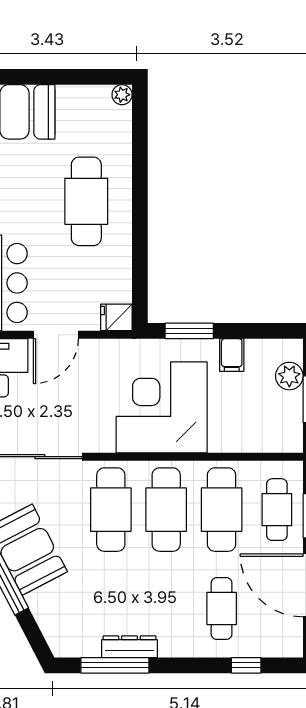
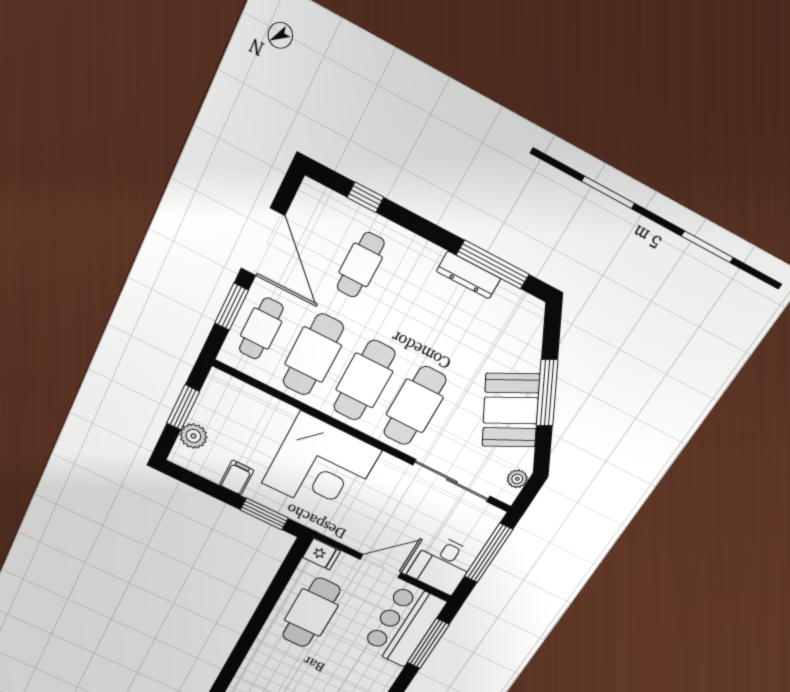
cafe table: (86, 201) -> (311, 613), moved

